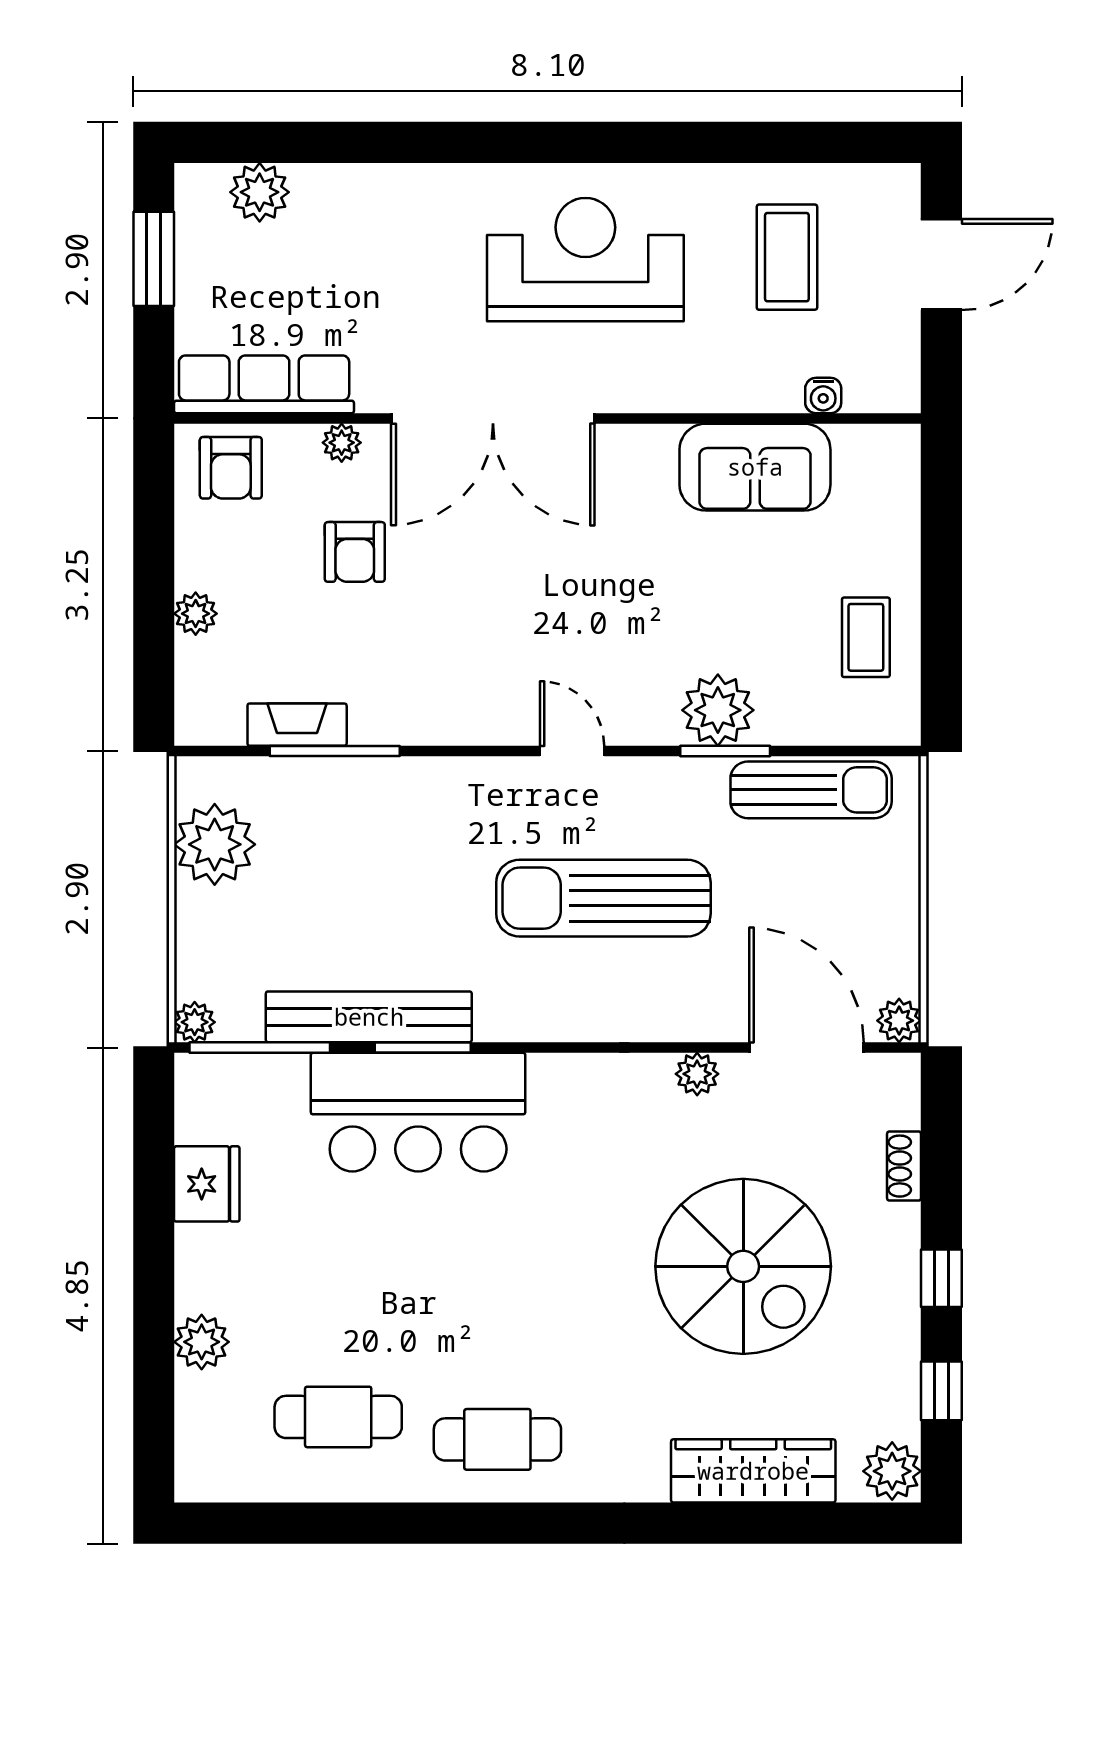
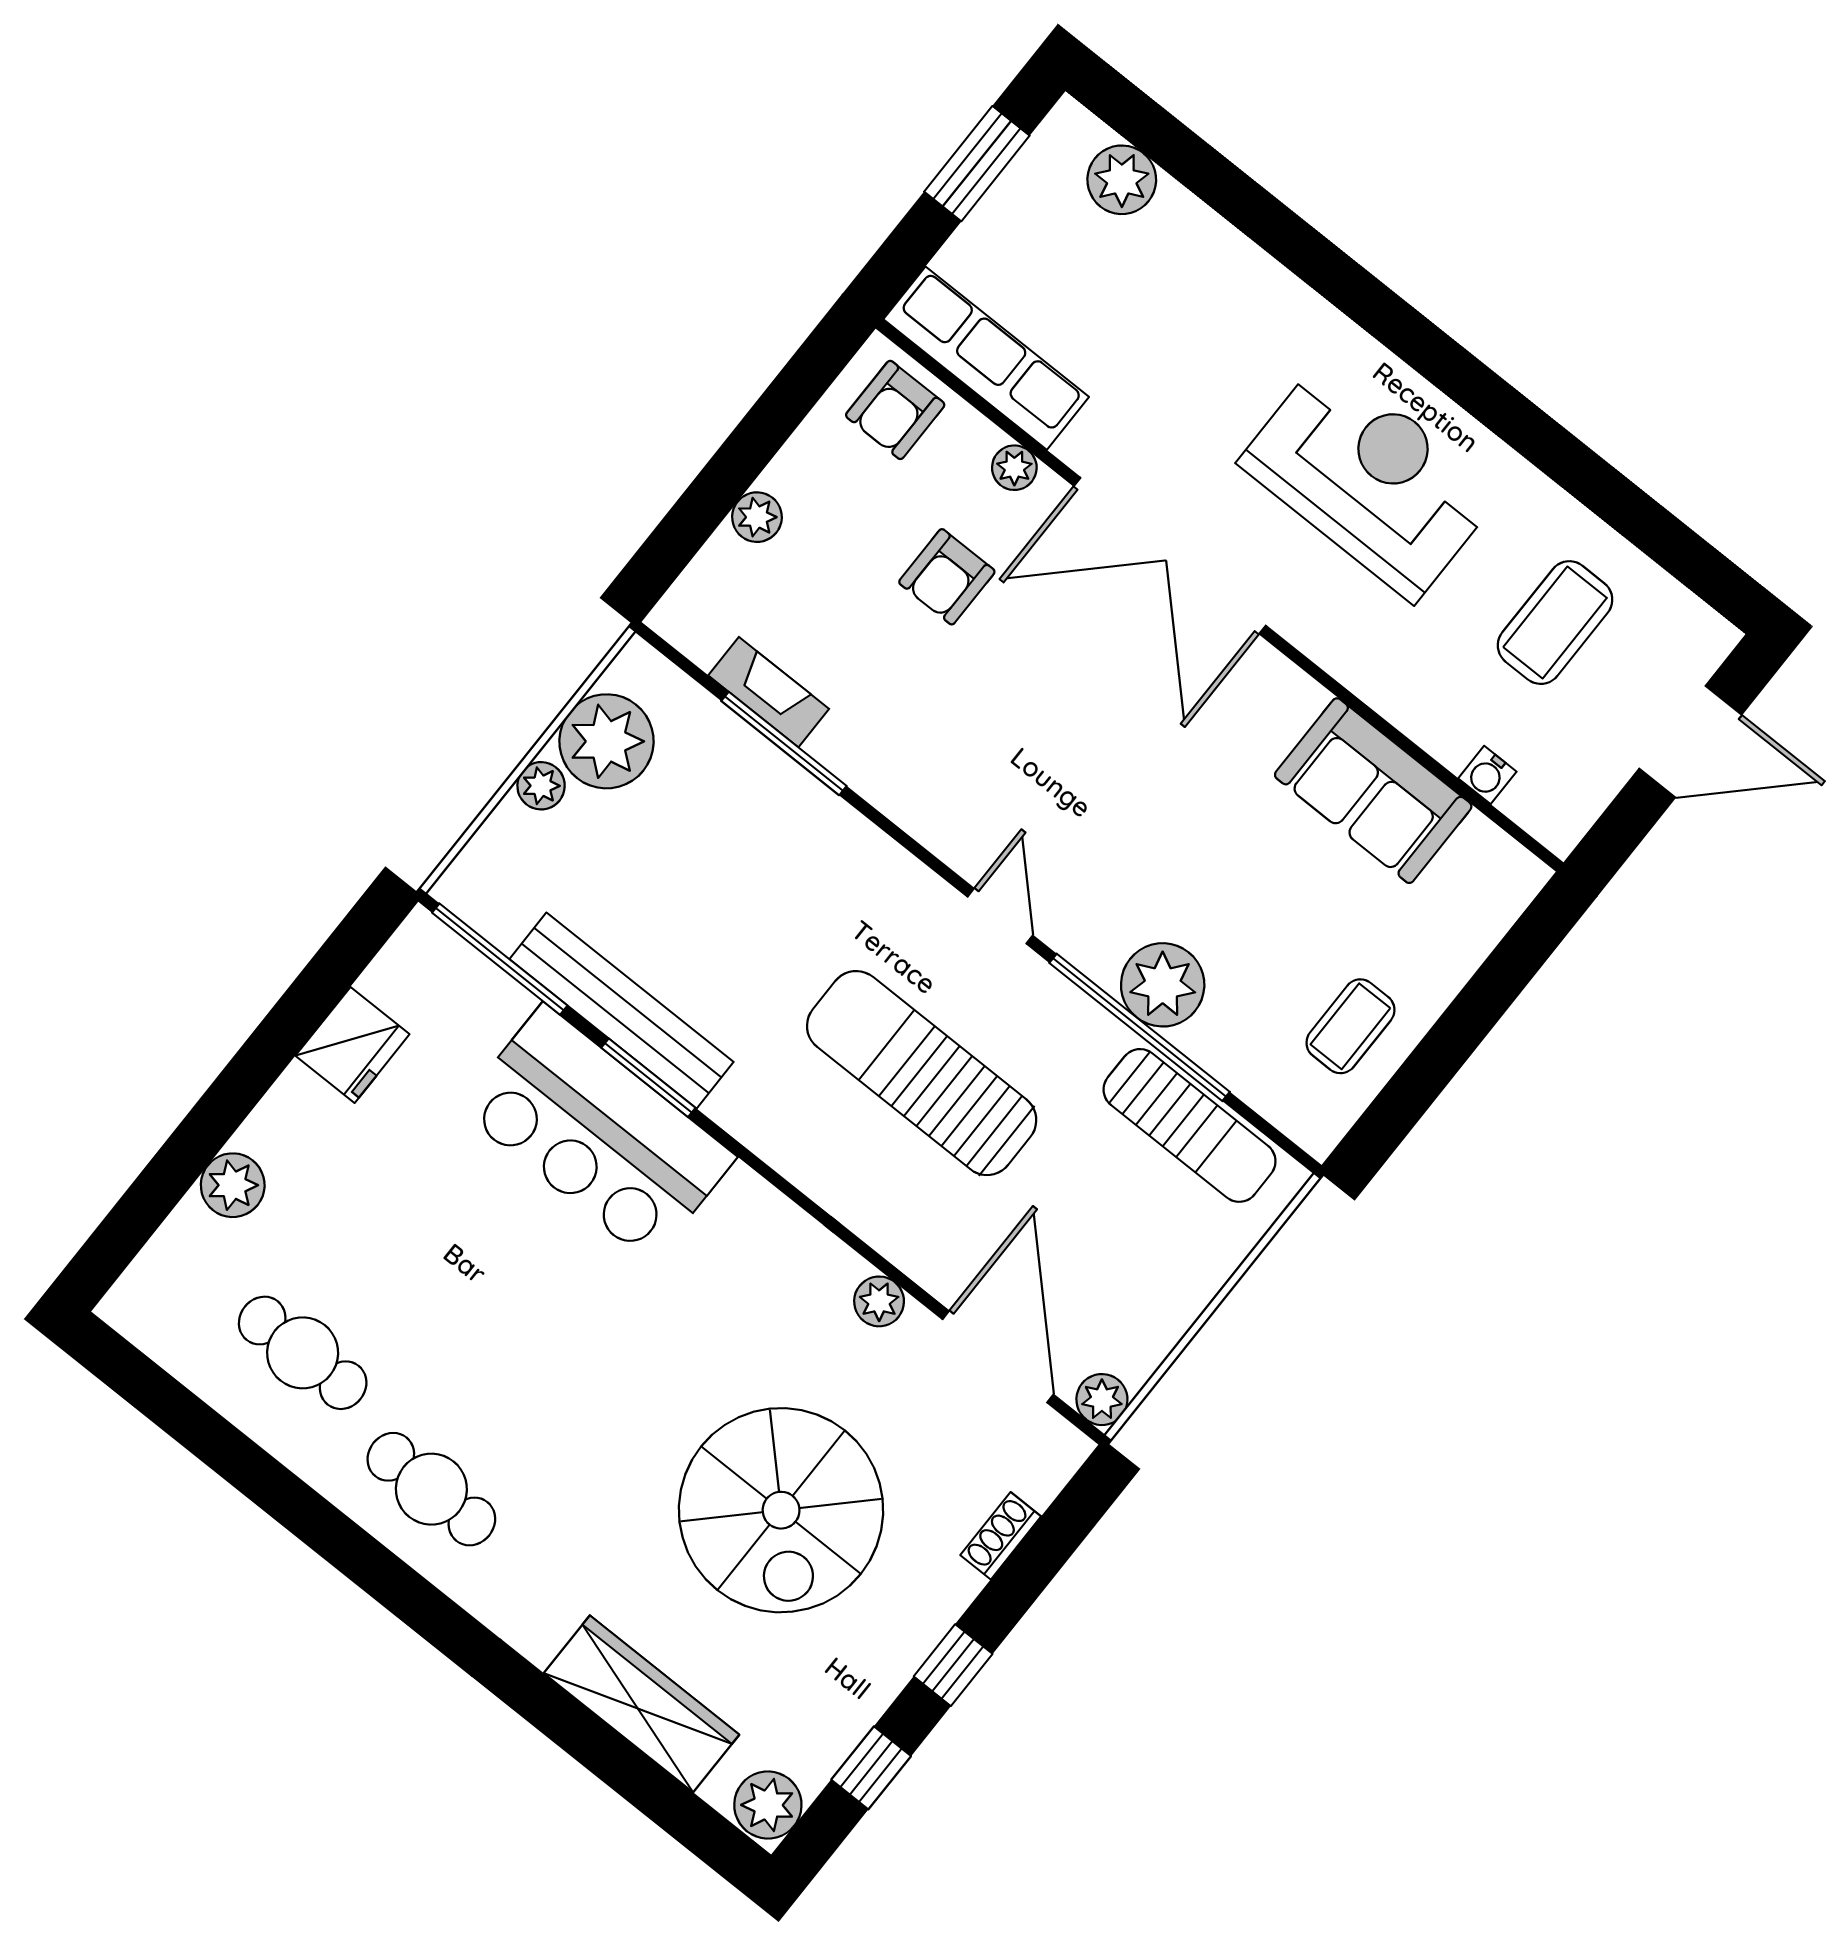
window: (725, 751) -> (1140, 1027), width x2.11
plant: (195, 1022) -> (541, 786), moved

